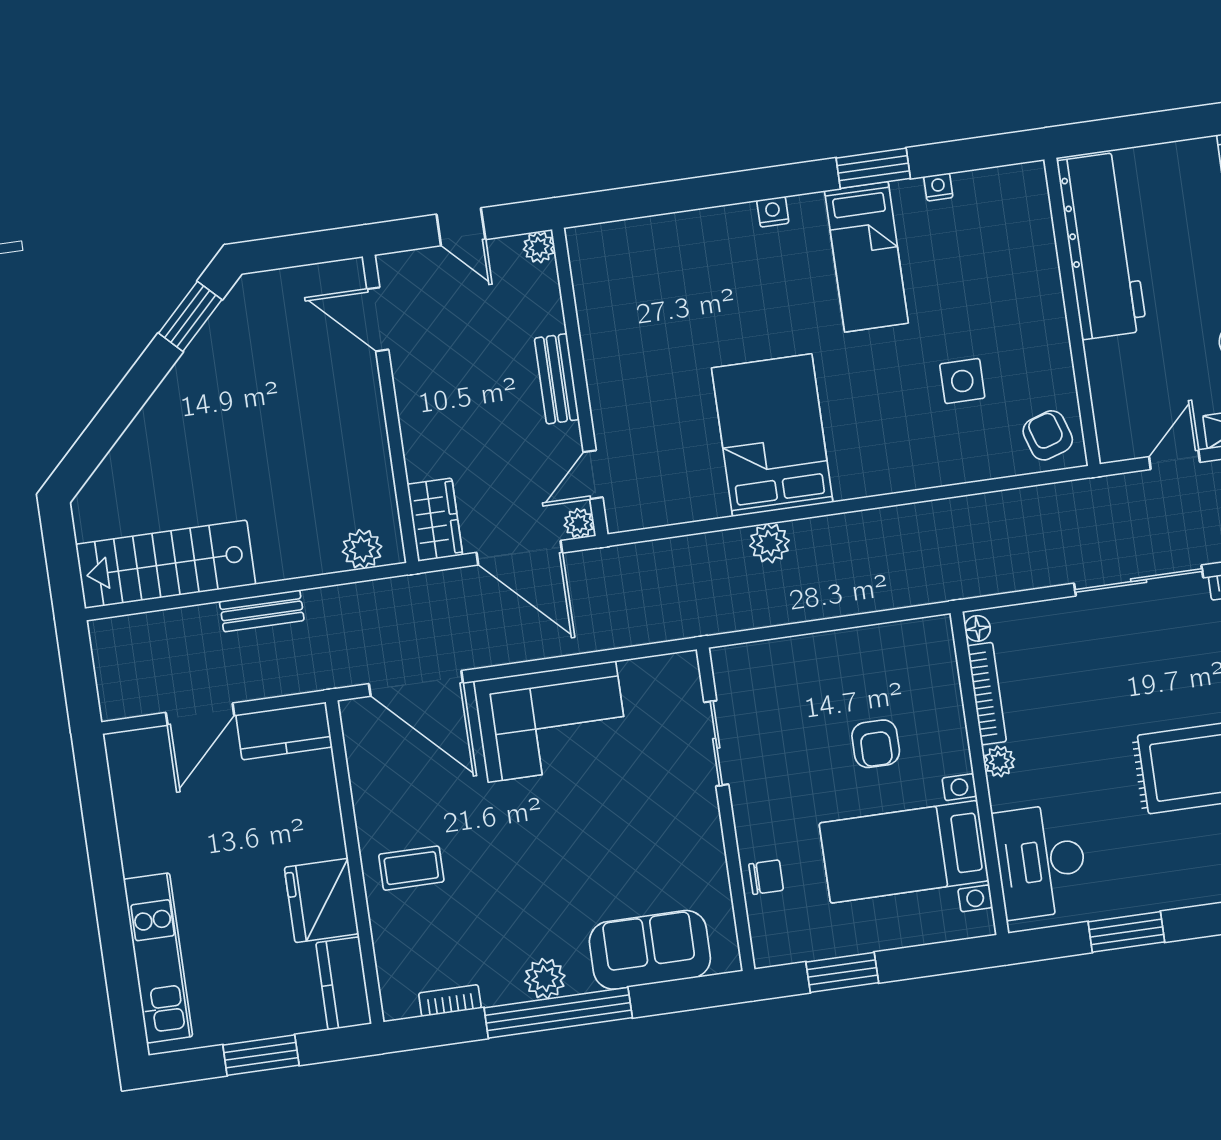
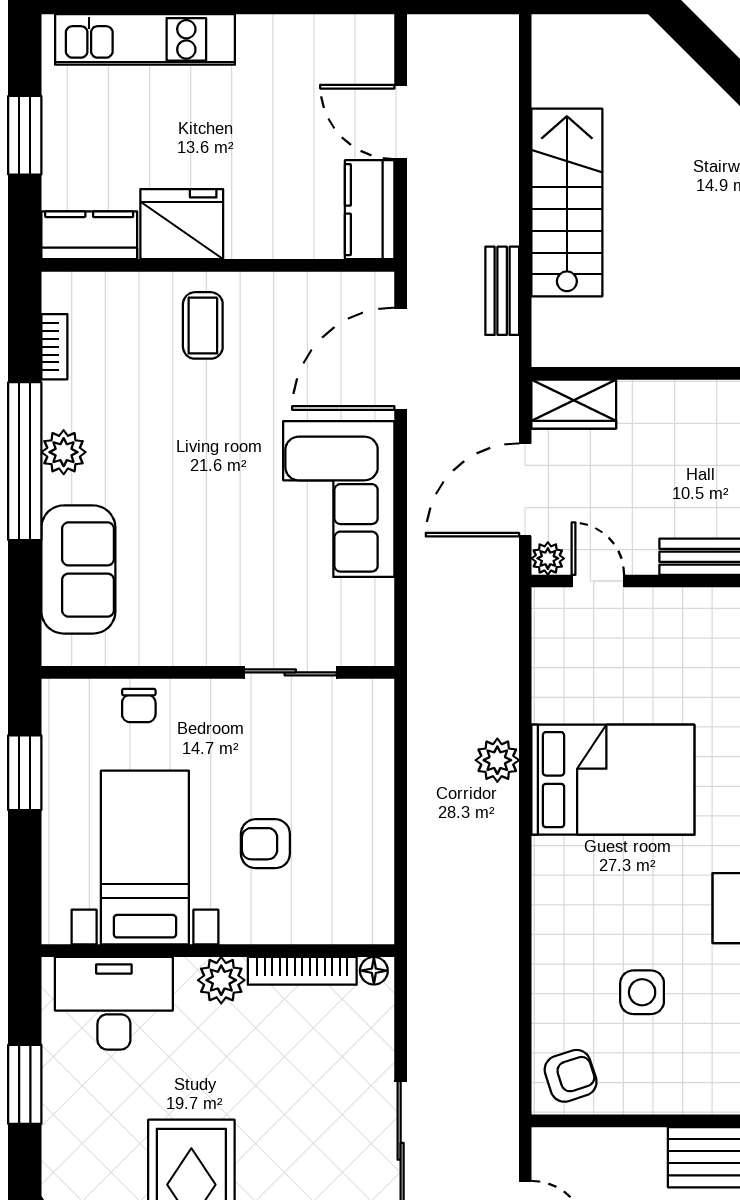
plant: (362, 549) -> (553, 321), removed
stairs: (166, 564) -> (567, 202), moved
bench: (262, 611) -> (502, 291), moved
plant: (999, 761) -> (221, 980), width x1.38, depth x1.38

